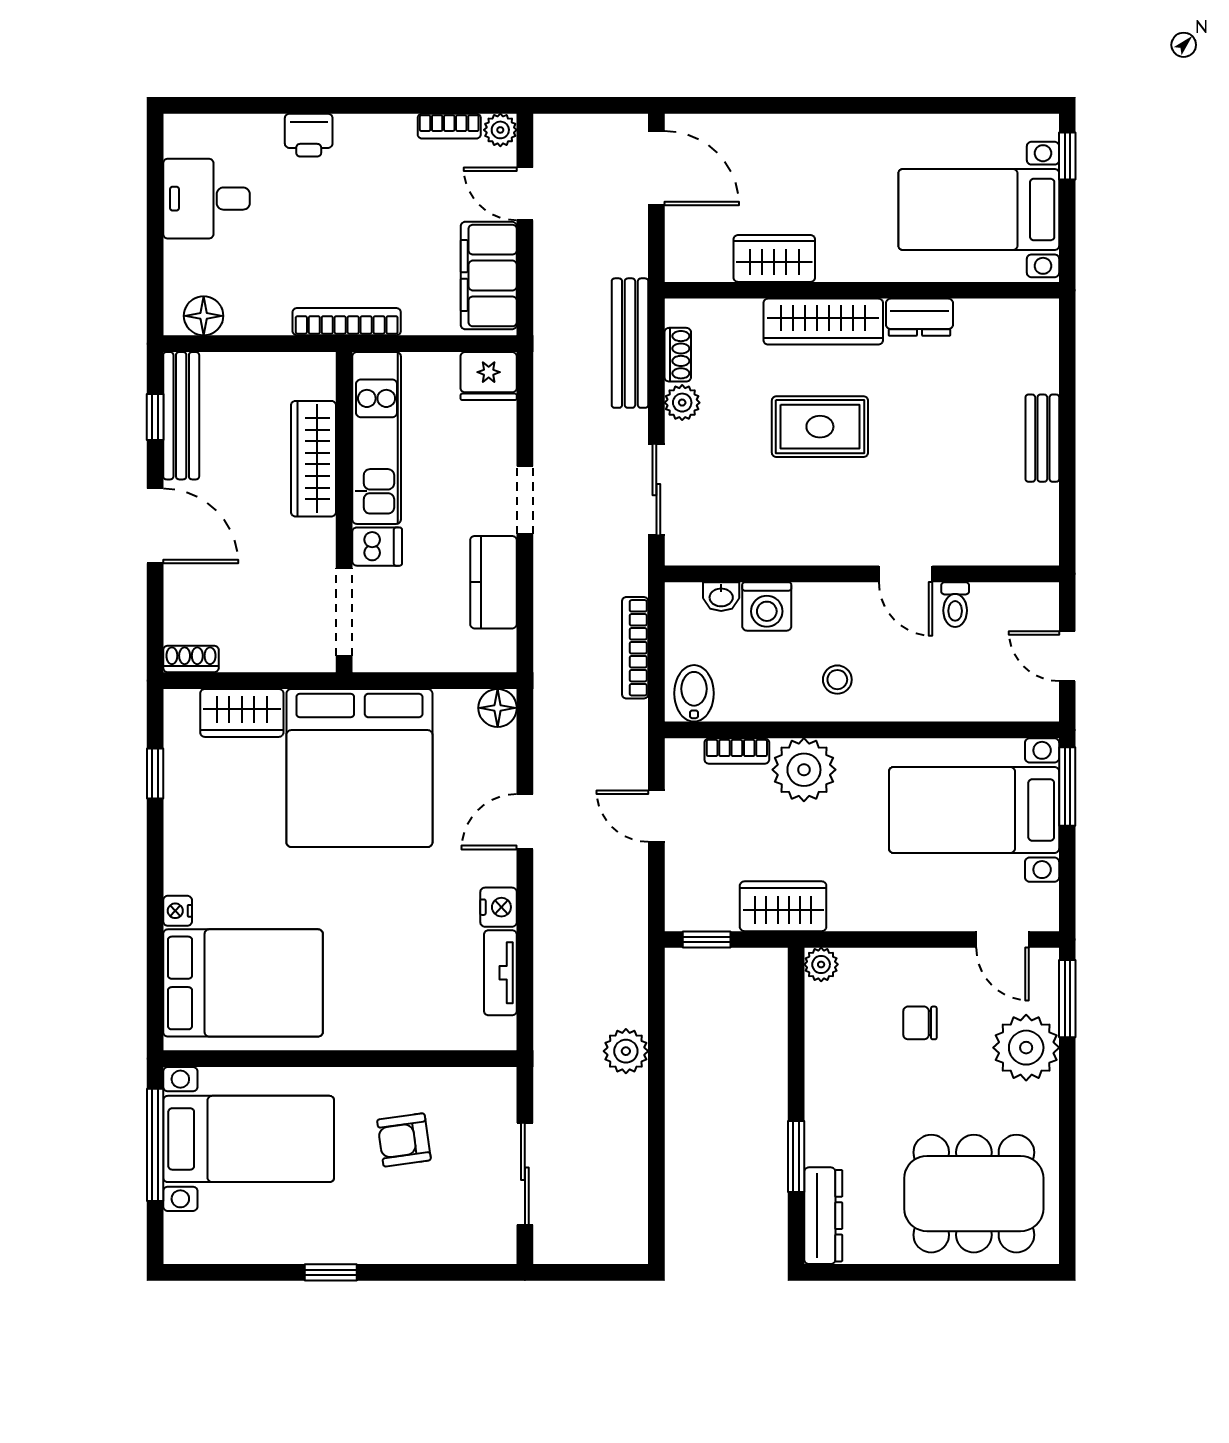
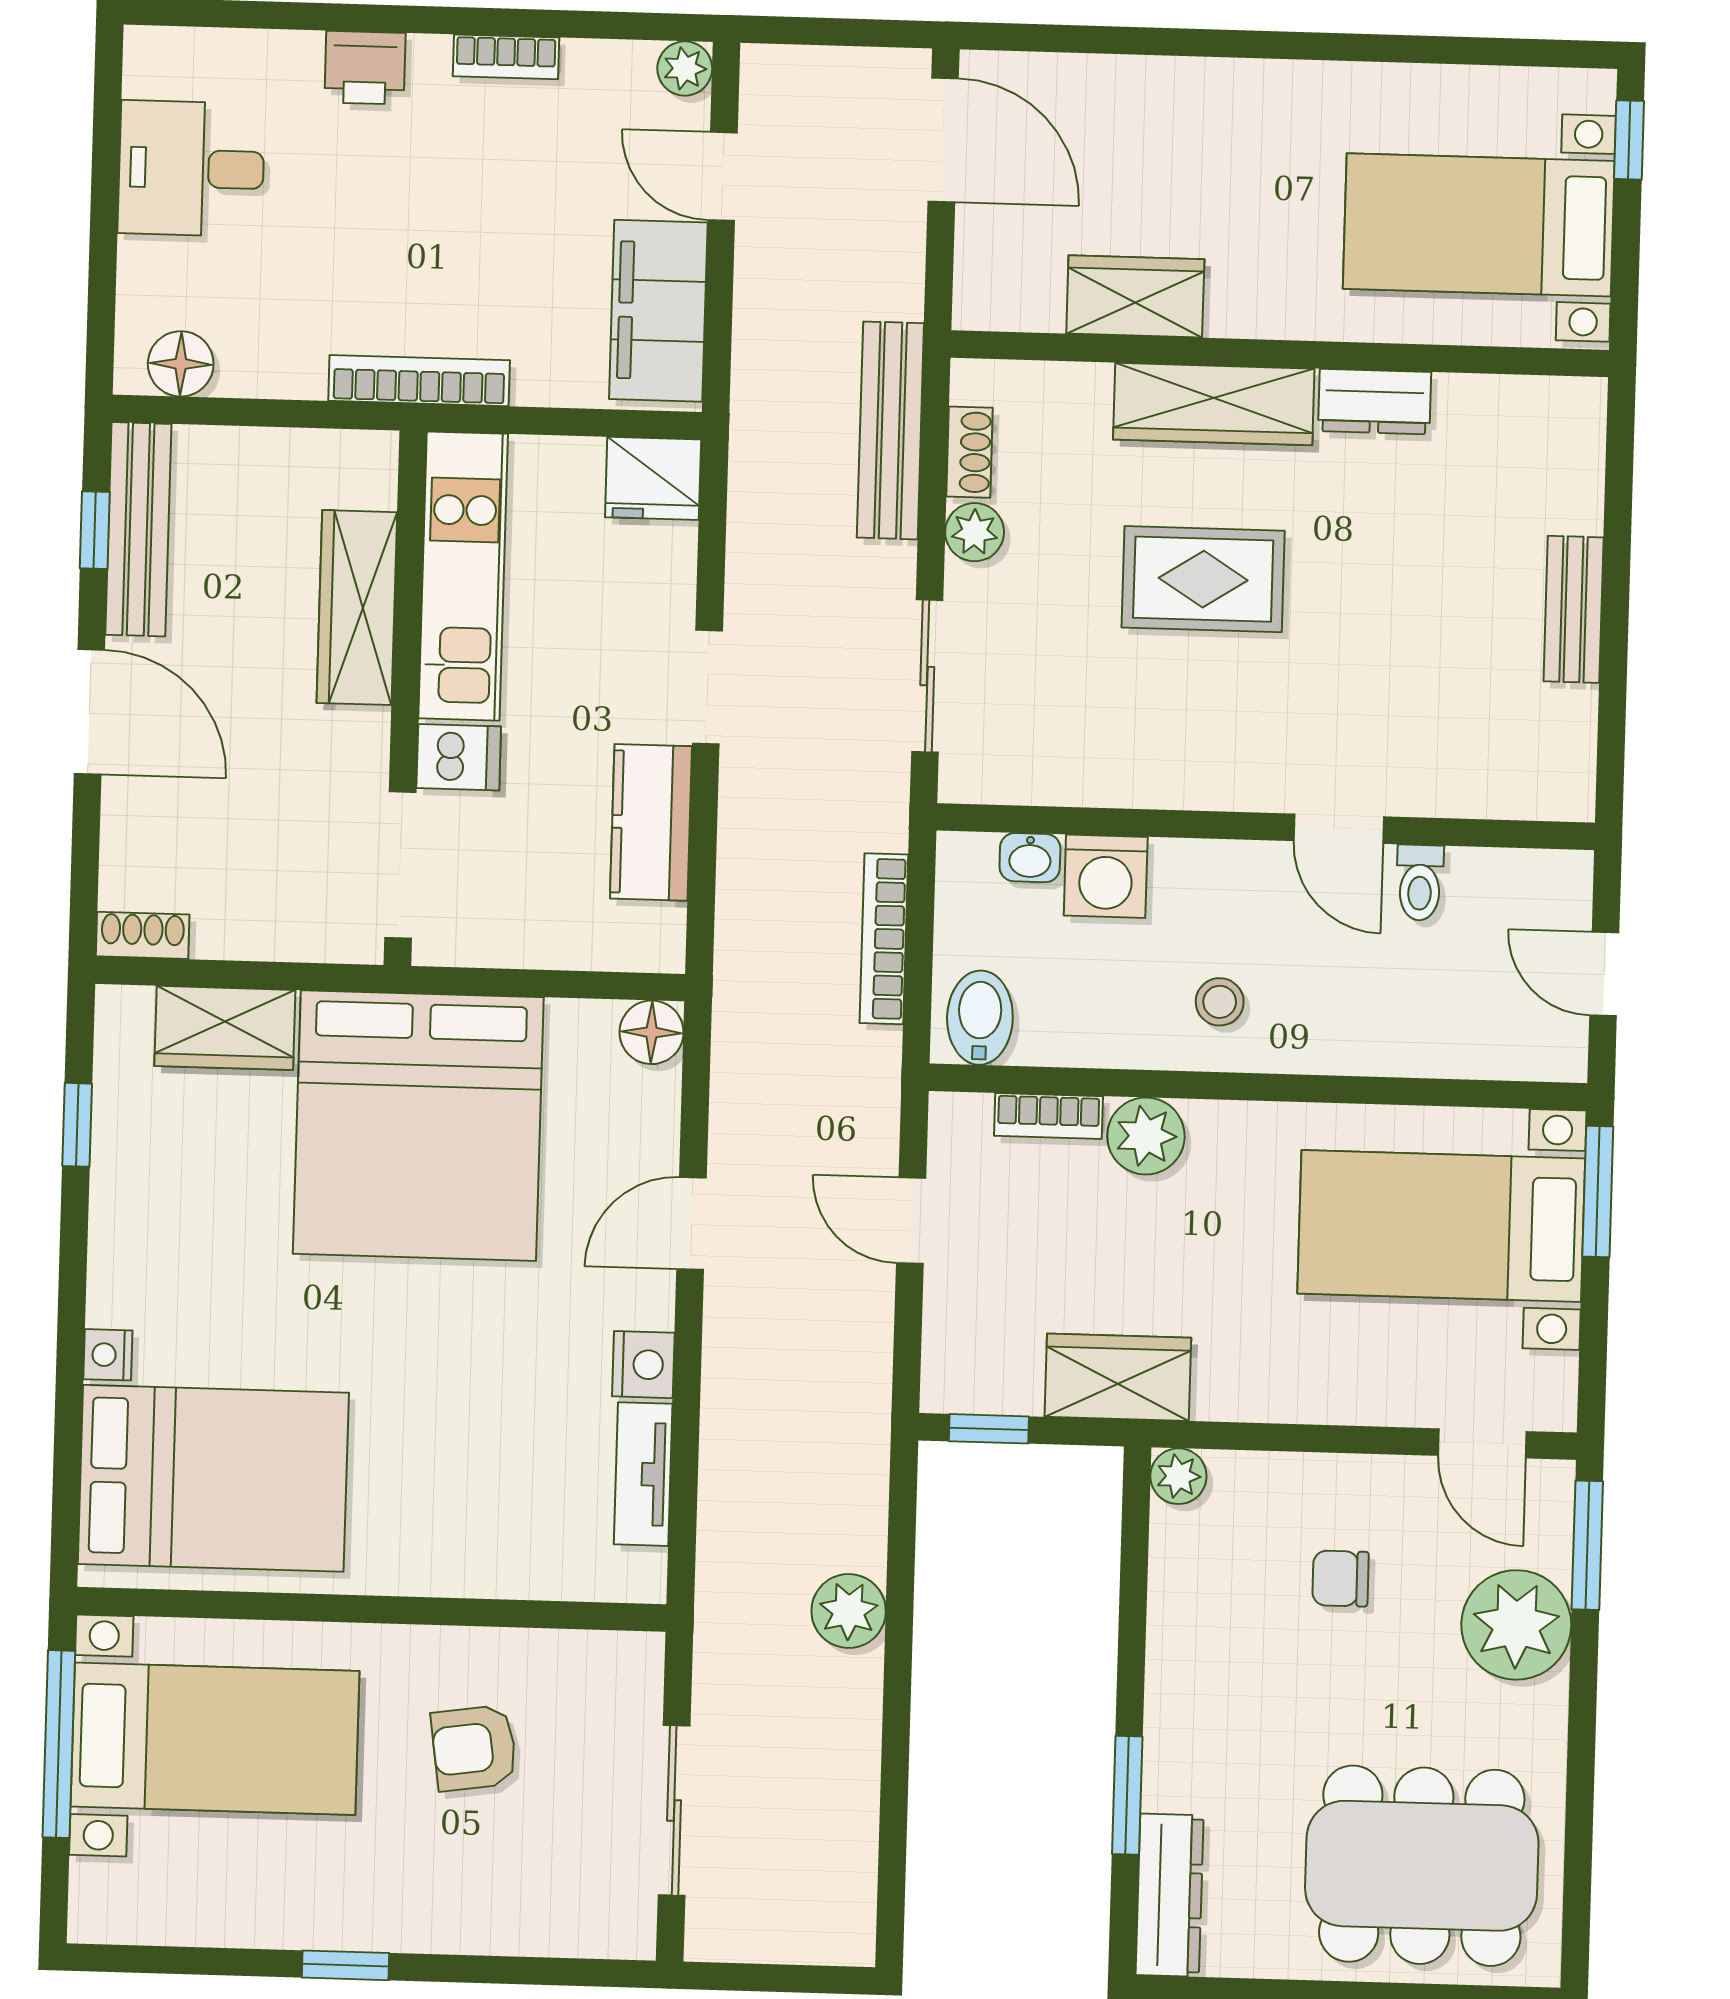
bookcase: (449, 126) -> (506, 57), moved
plant: (804, 770) -> (1146, 1136), width x0.73, depth x0.73

